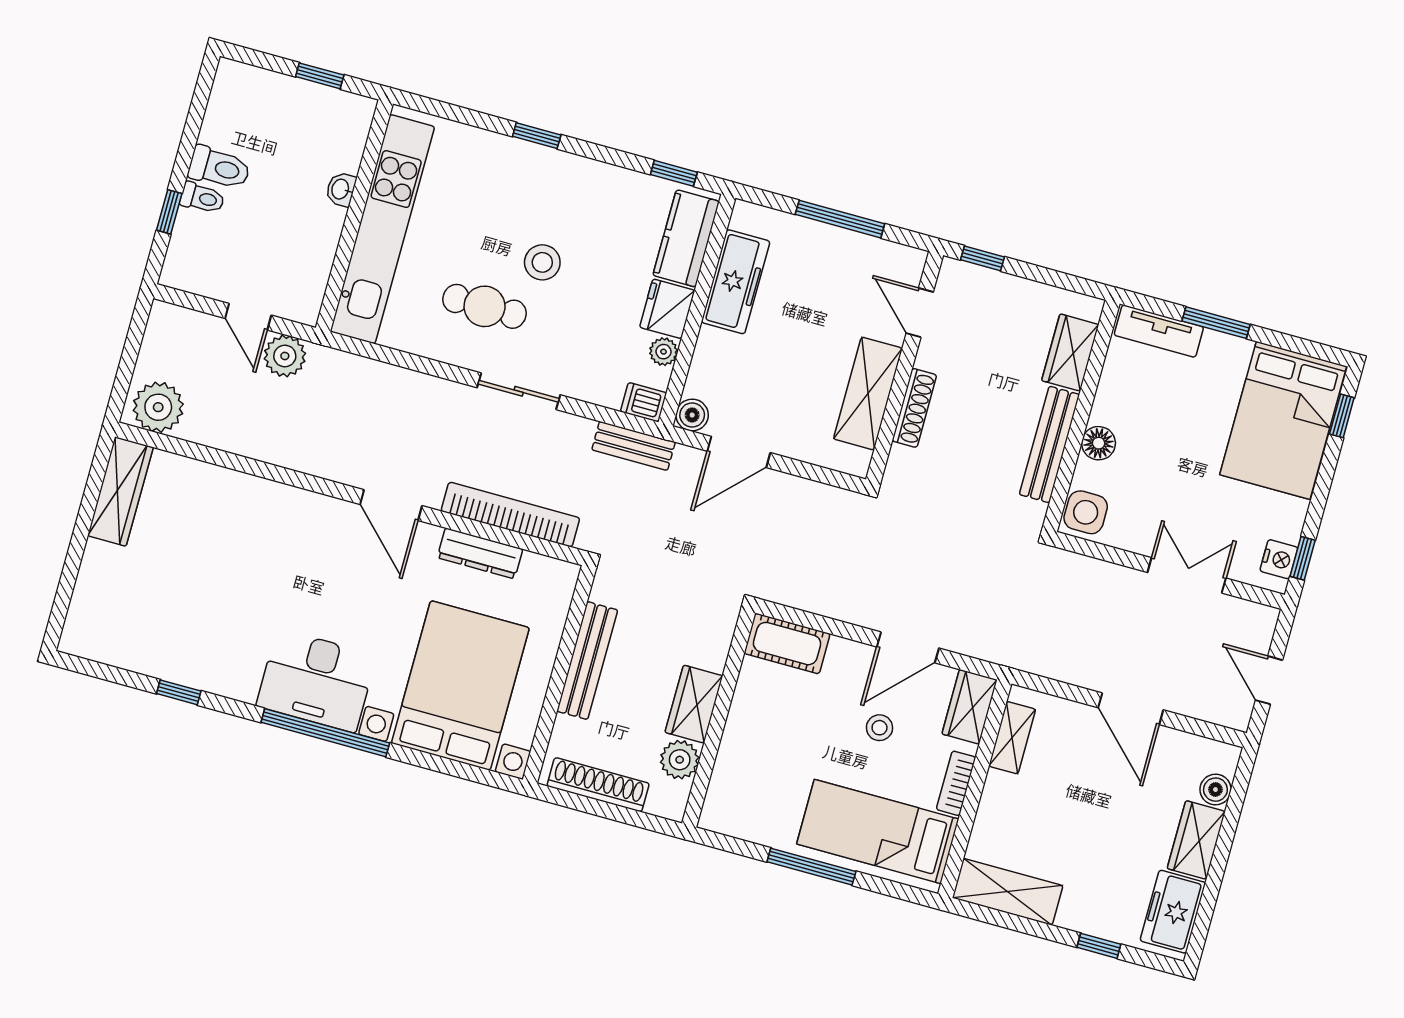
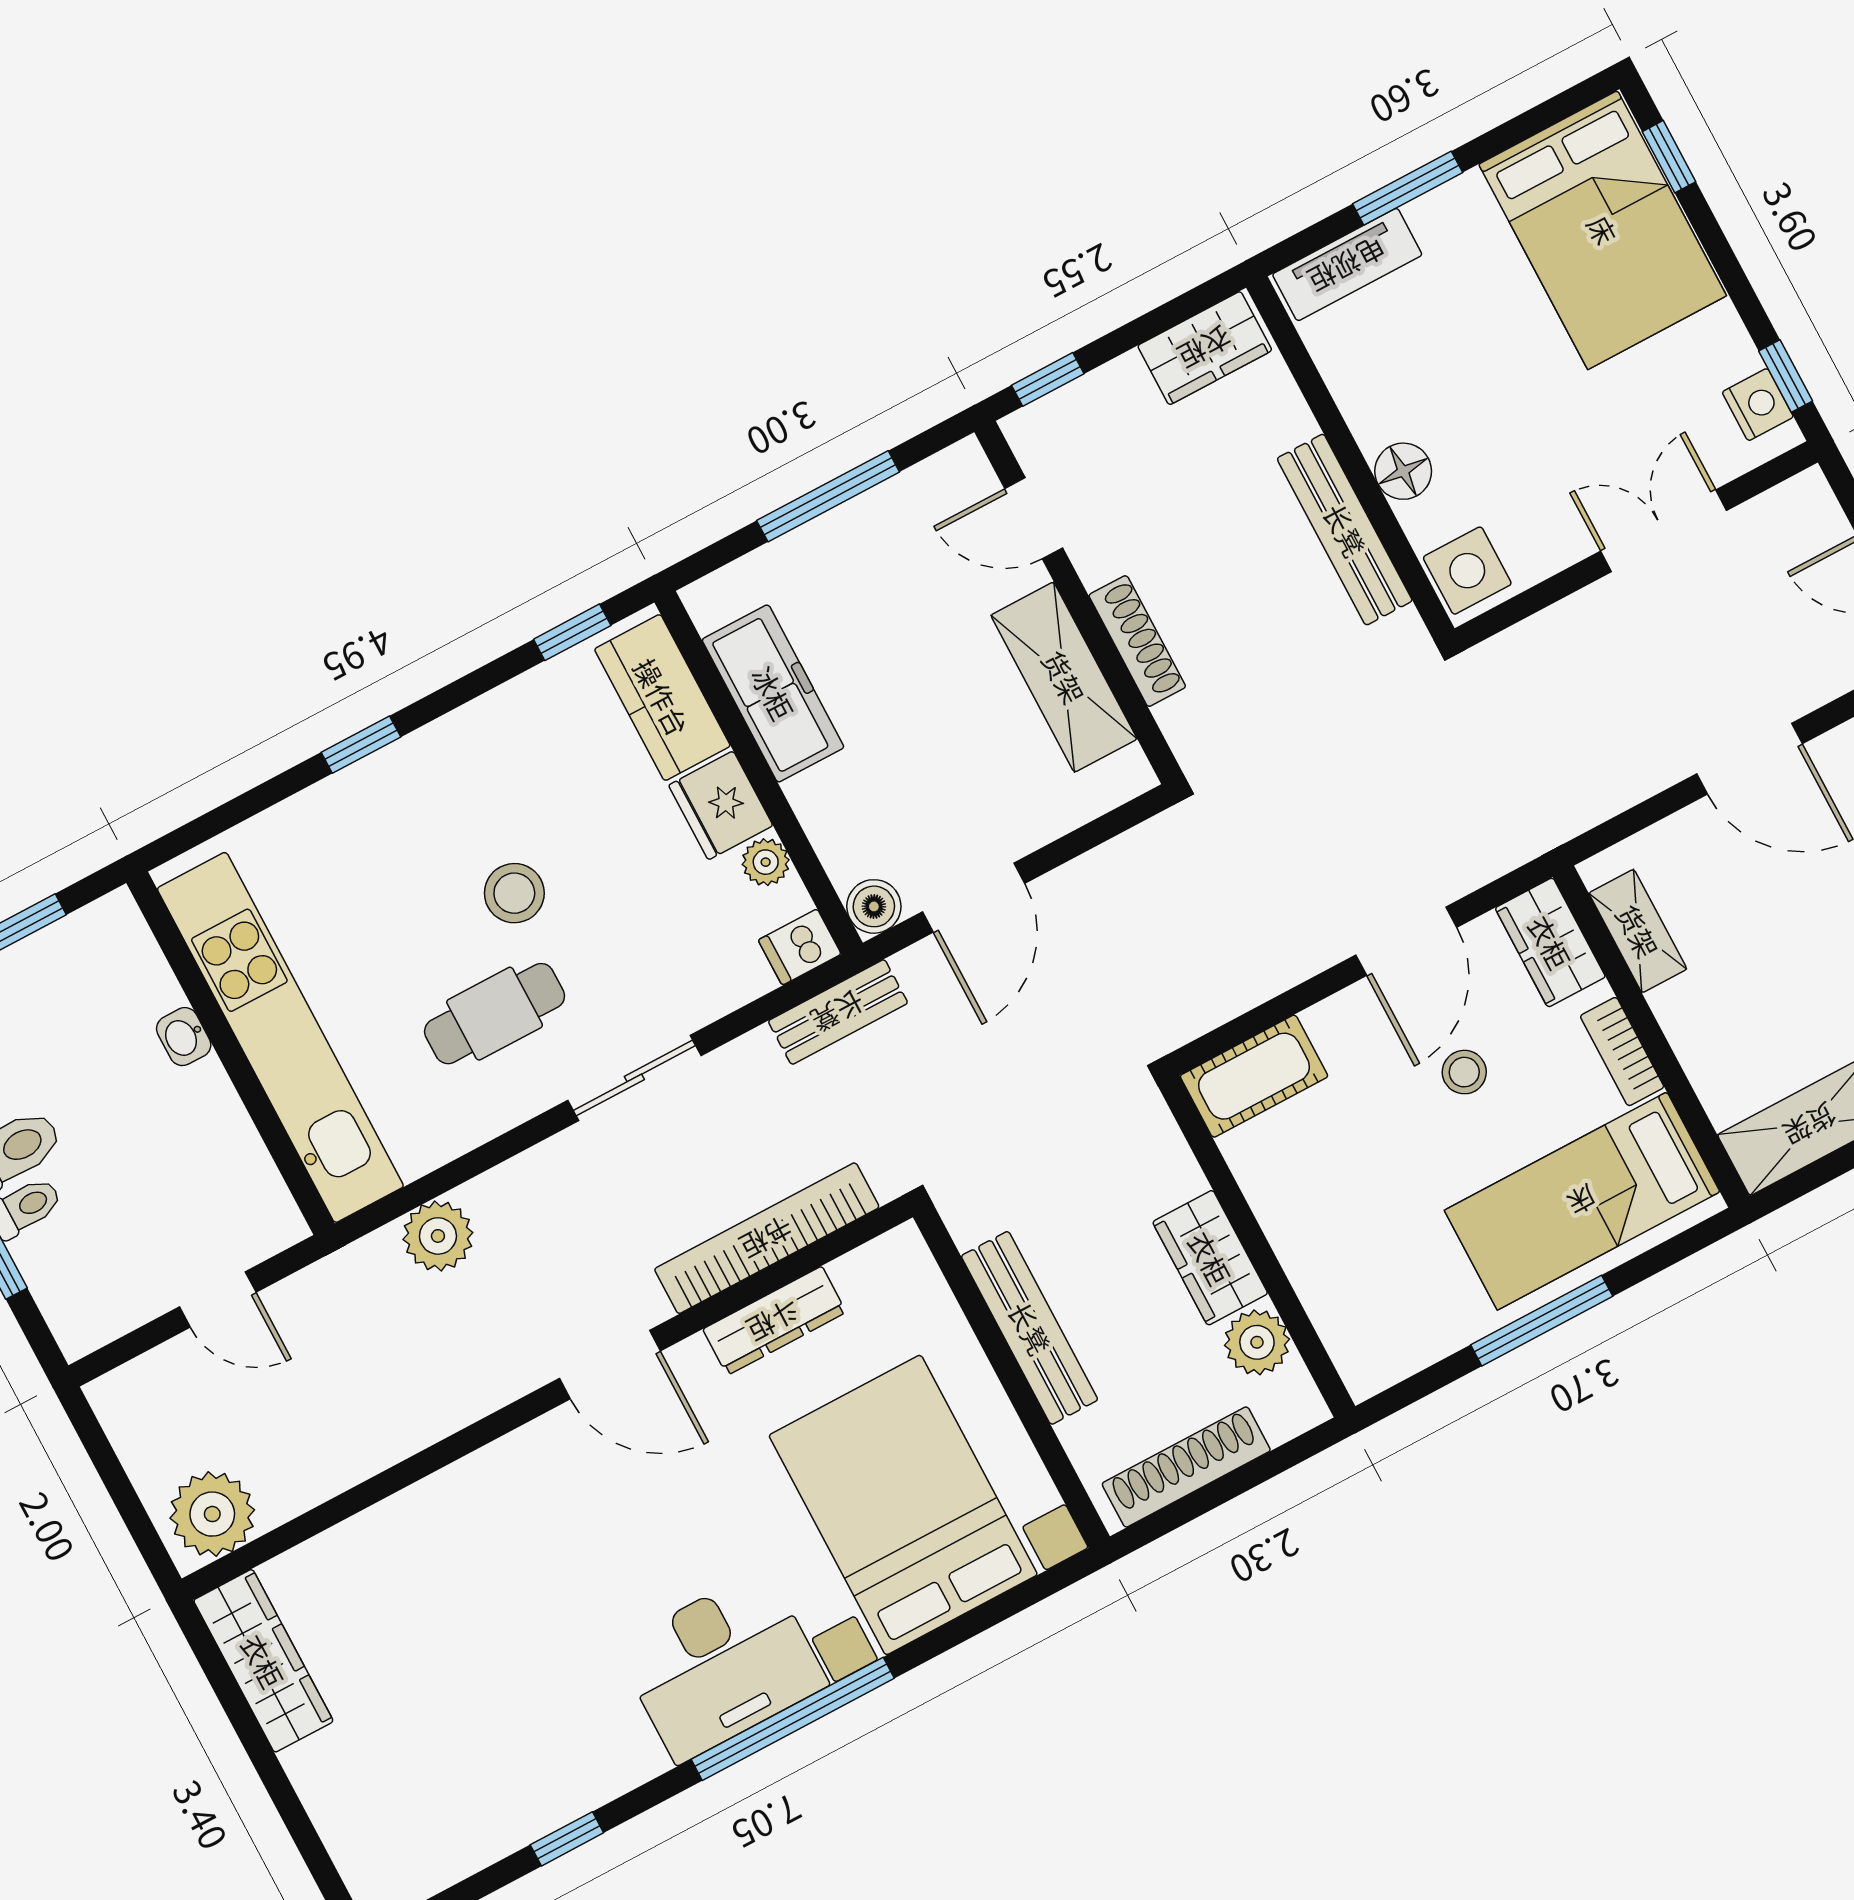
wardrobe: (1070, 353) -> (1205, 348), moved, turned -90
plant: (285, 356) -> (438, 1236), moved

